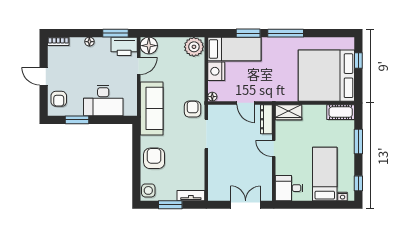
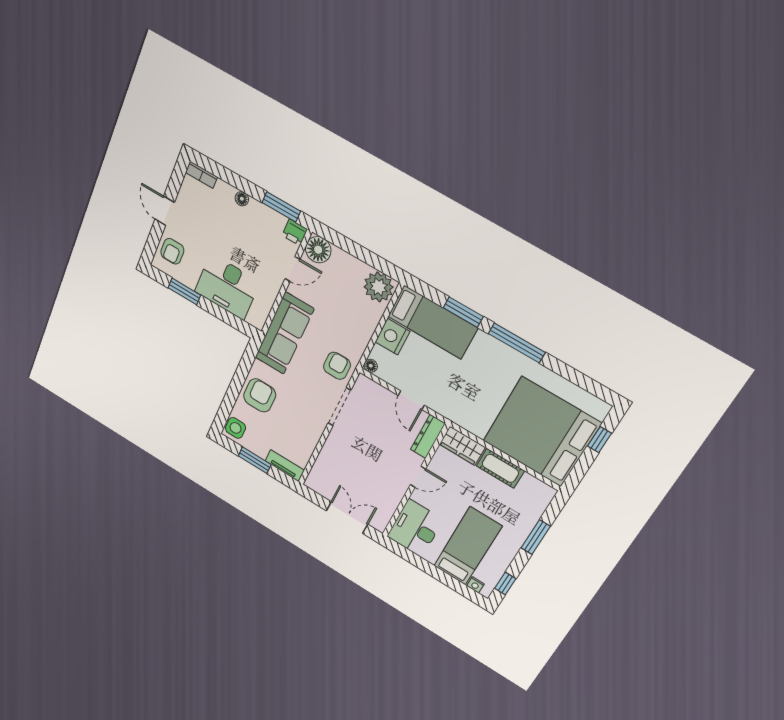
printer: (124, 46) -> (295, 232), width x0.53, depth x0.68
cot: (341, 112) -> (500, 468), moved
door: (274, 148) -> (418, 477), swing flipped
desk: (289, 188) -> (415, 528), width x1.37

